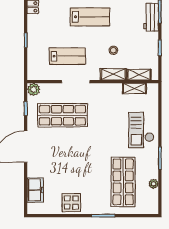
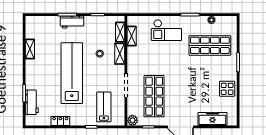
lab bench: (90, 17) -> (72, 73), width x1.86, depth x1.39
lab bench: (67, 56) -> (104, 107), moved
freezer: (35, 190) -> (212, 119), width x1.40

